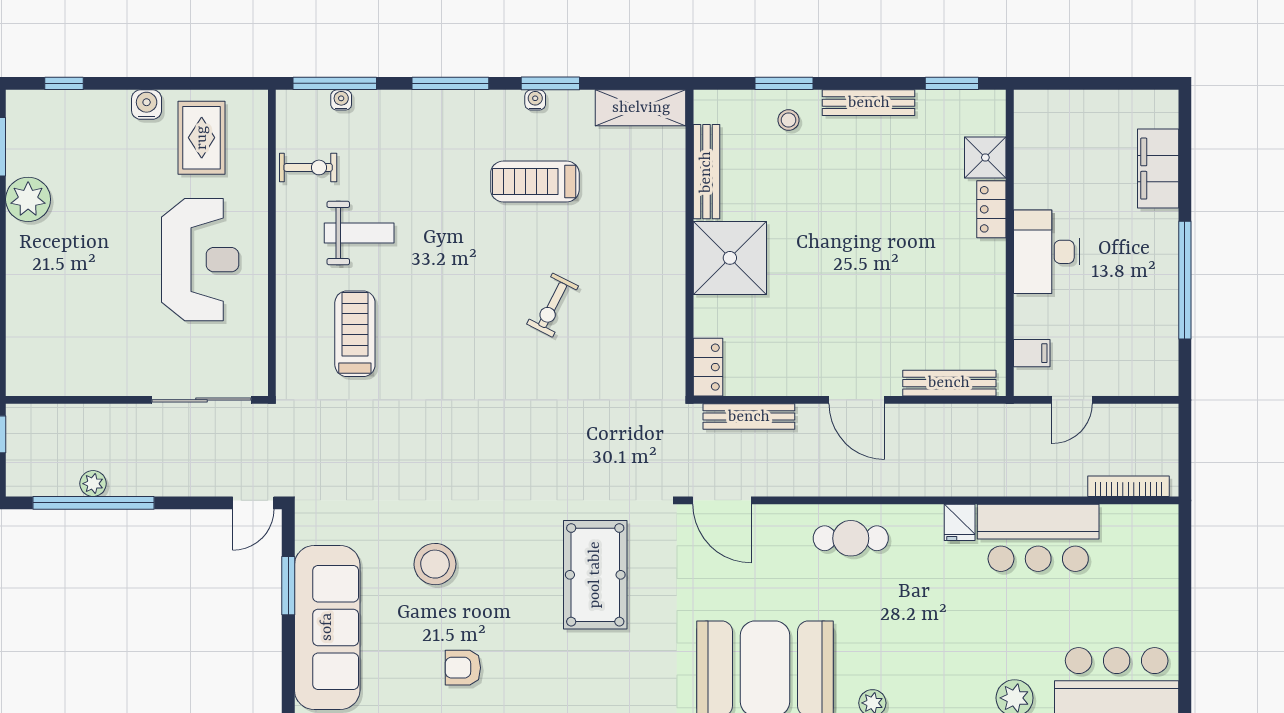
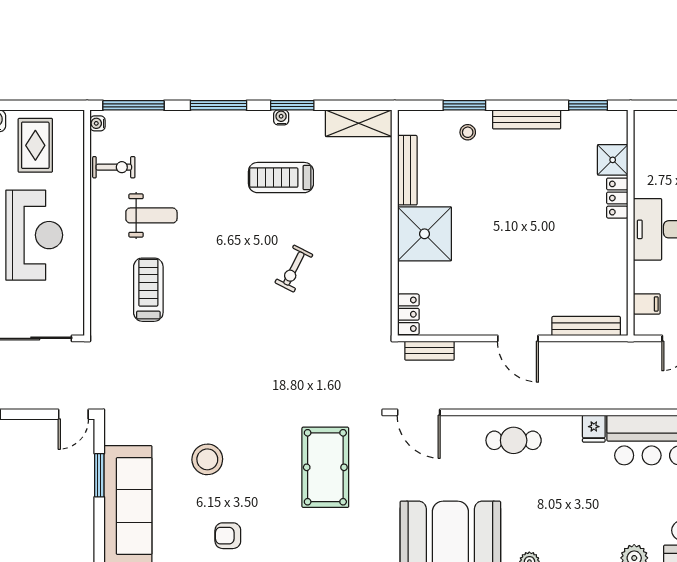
water cooler: (341, 100) -> (97, 123), moved, turned -90
bench: (749, 417) -> (429, 351), width x0.73

